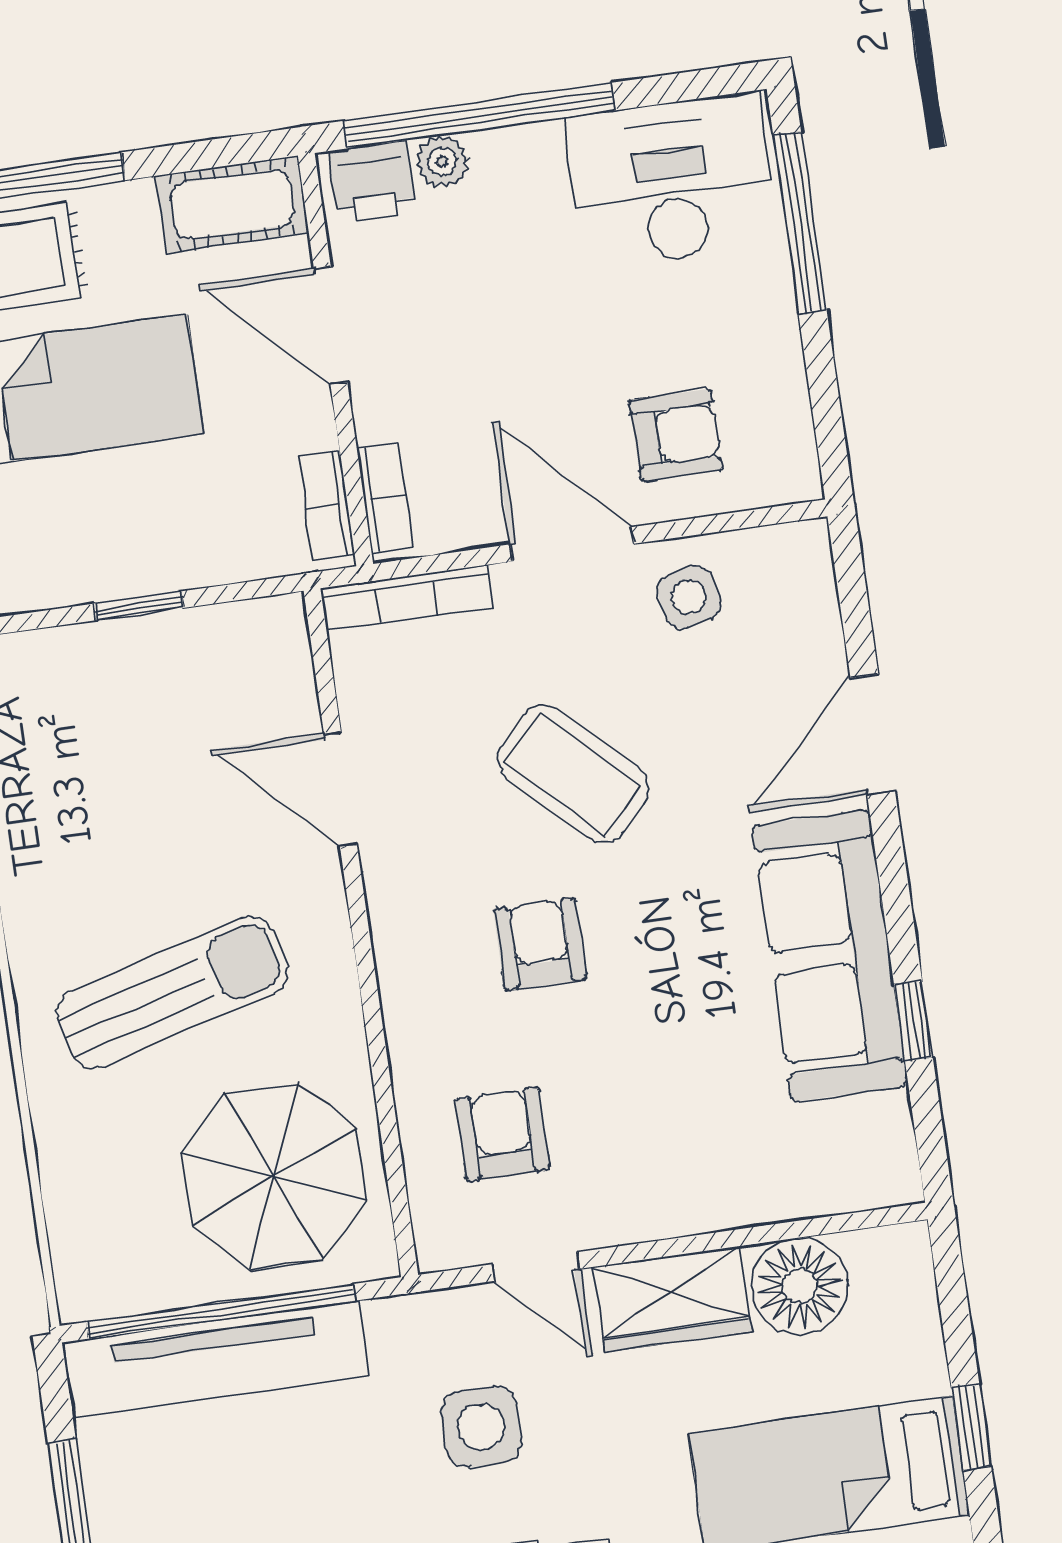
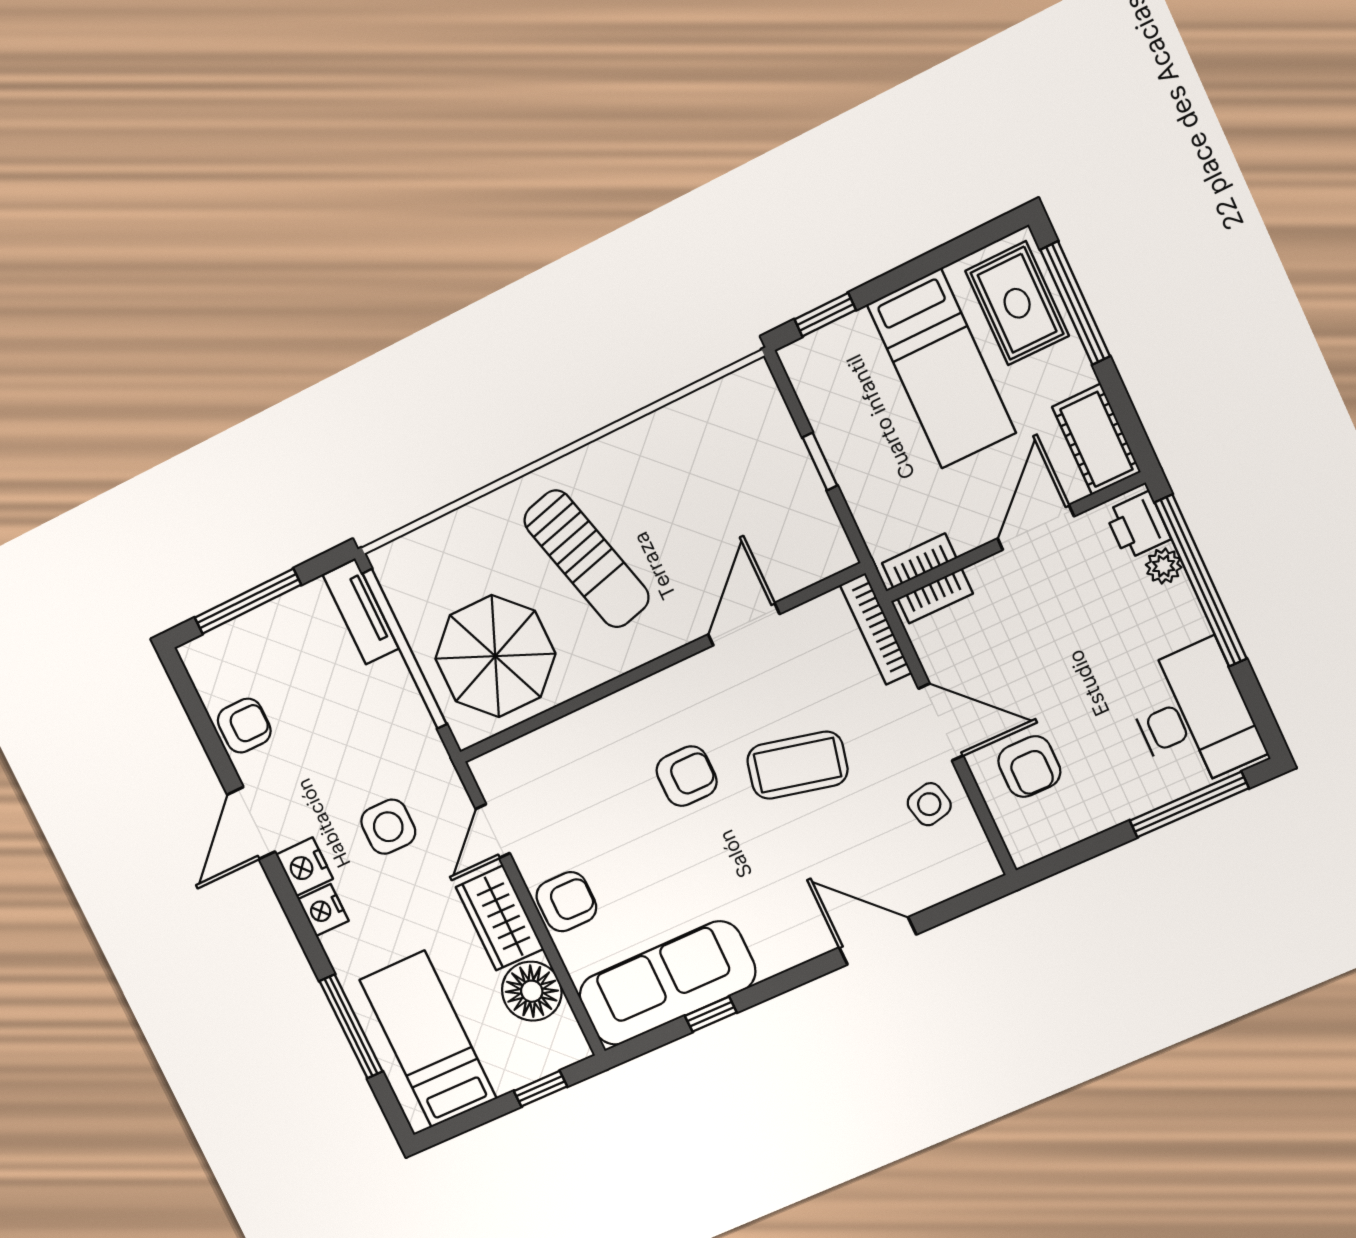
door: (572, 544) -> (941, 722), hinge flipped
coffee table: (573, 774) -> (797, 765), turned 59
sofa: (830, 956) -> (667, 983), moved
armchair: (502, 1134) -> (566, 902), moved
tv unit: (216, 1359) -> (361, 612), width x0.52, depth x0.78
window: (971, 1427) -> (541, 1089), moved

